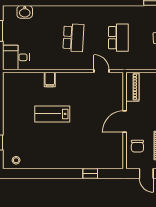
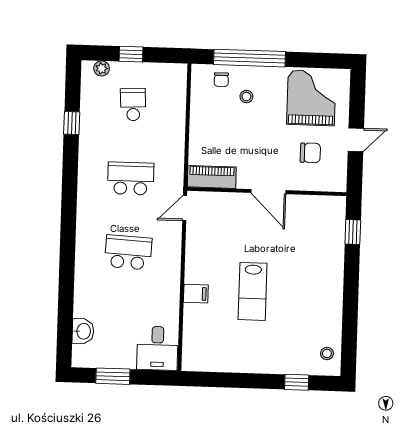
piano: (132, 87) -> (212, 177), moved
door: (125, 121) -> (268, 192), moved
wall: (125, 121) -> (267, 191), moved

